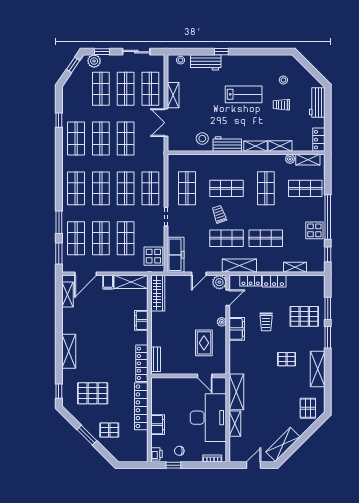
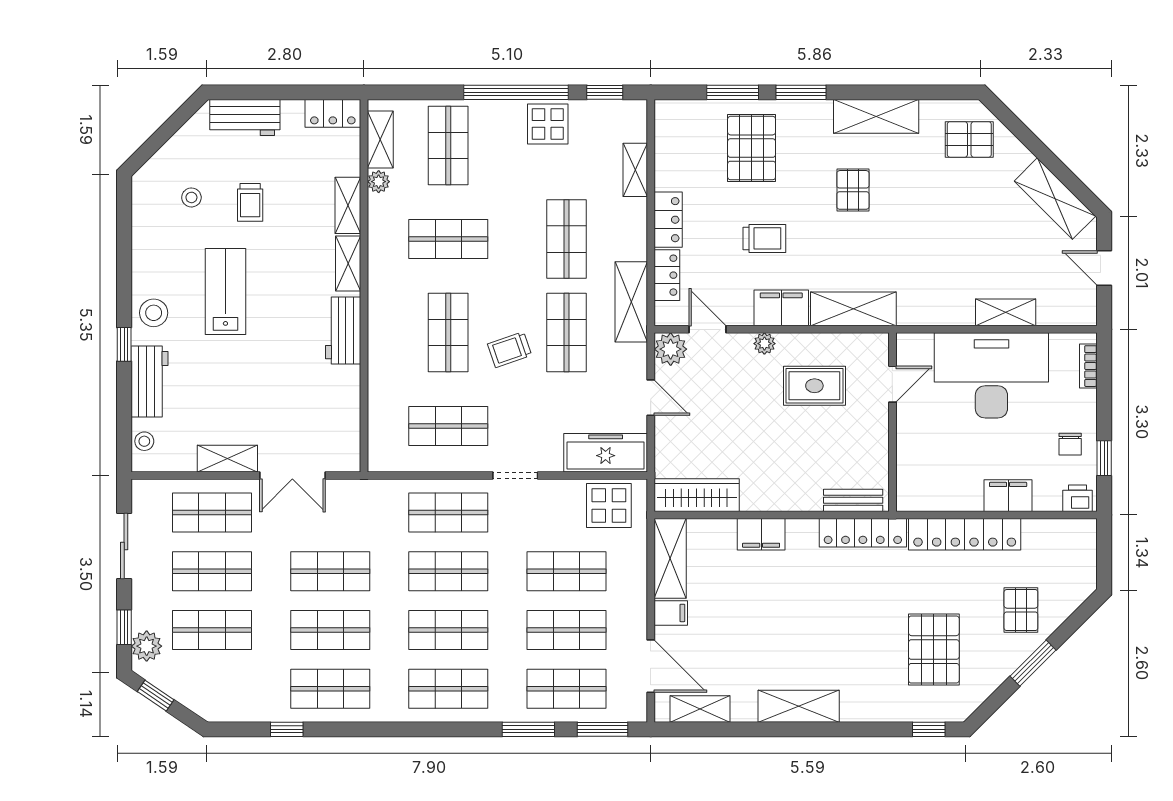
stool: (202, 139) -> (154, 313), moved
shelving: (69, 351) -> (799, 706), moved
shelving: (236, 392) -> (853, 309), moved

